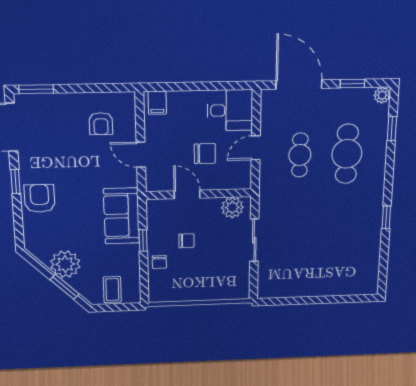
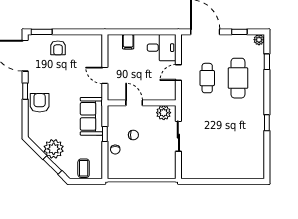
filing cabinet: (157, 103) -> (128, 42), moved
armchair: (101, 124) -> (58, 48), moved
chair: (205, 154) -> (146, 76), removed

